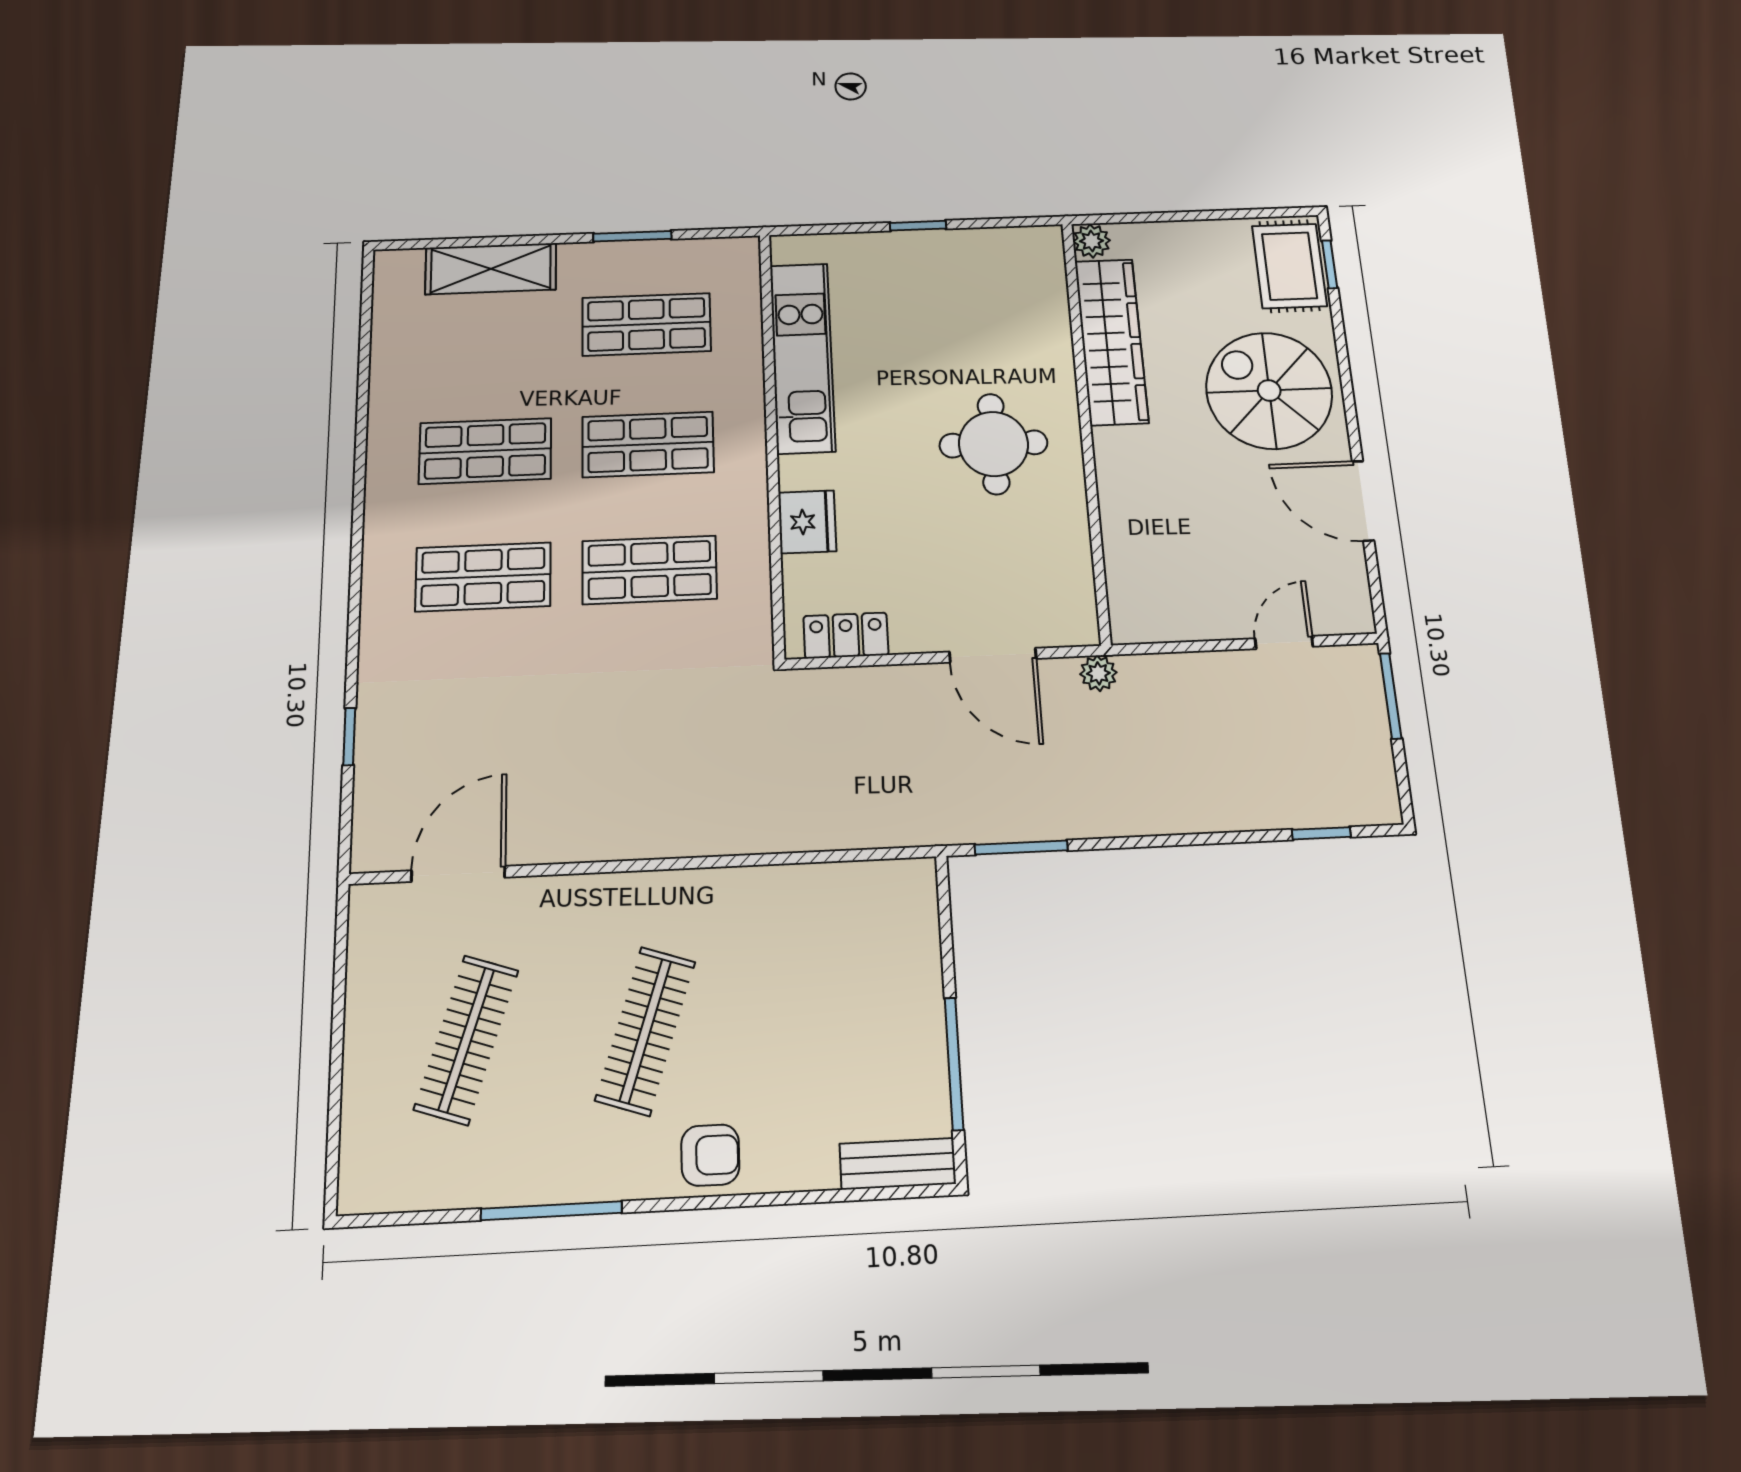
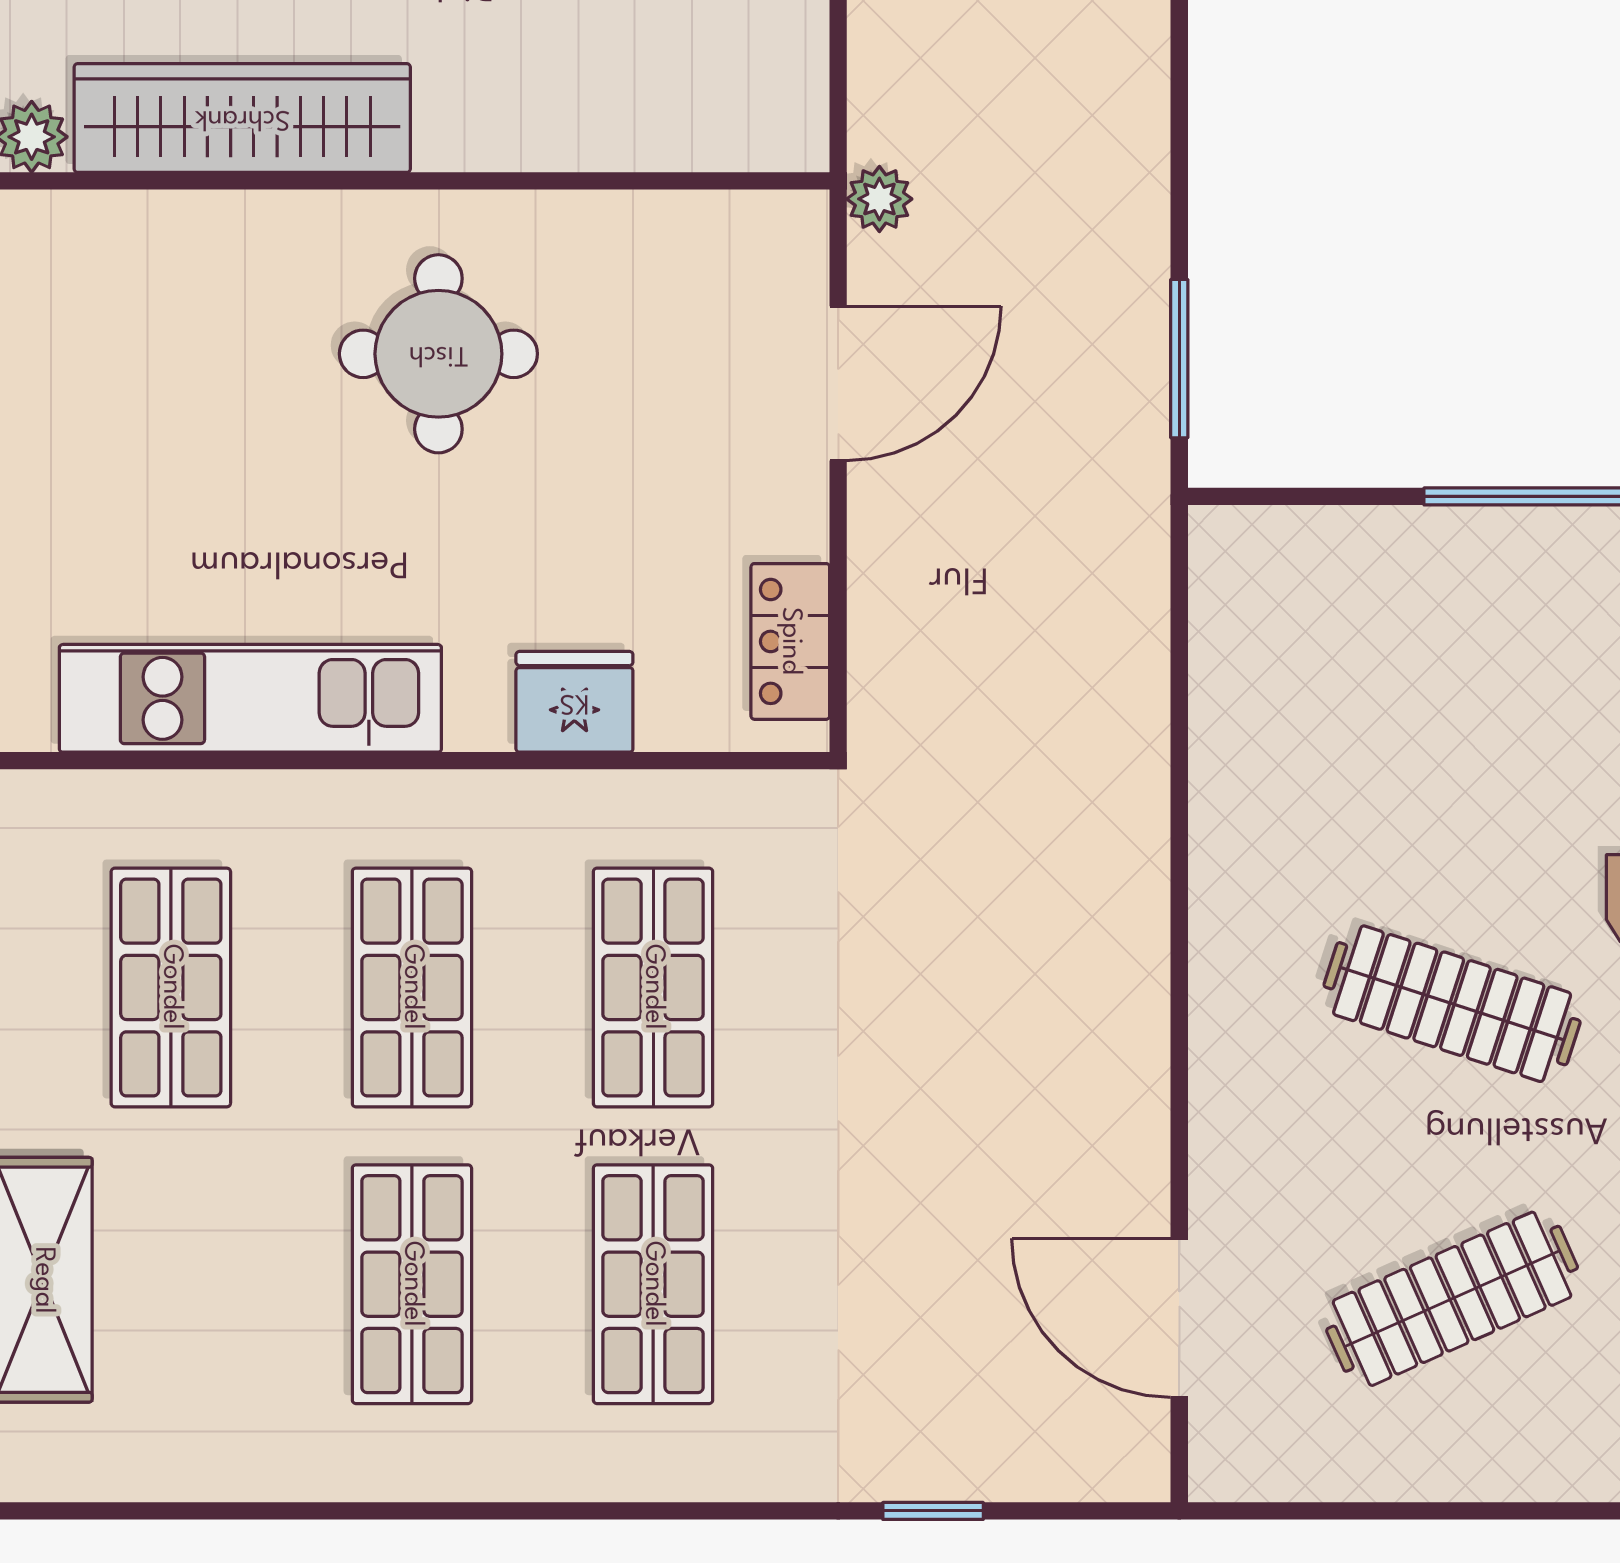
clothes rail: (466, 1040) -> (1452, 1299), turned -42

